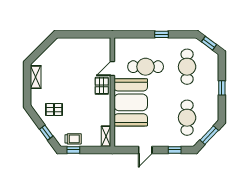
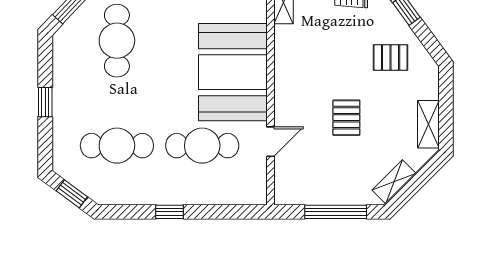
window: (81, 34) -> (336, 212), added
shelving: (52, 49) -> (394, 182), added
cafe table: (187, 67) -> (117, 146), turned 90
pallet: (102, 86) -> (346, 118), moved

